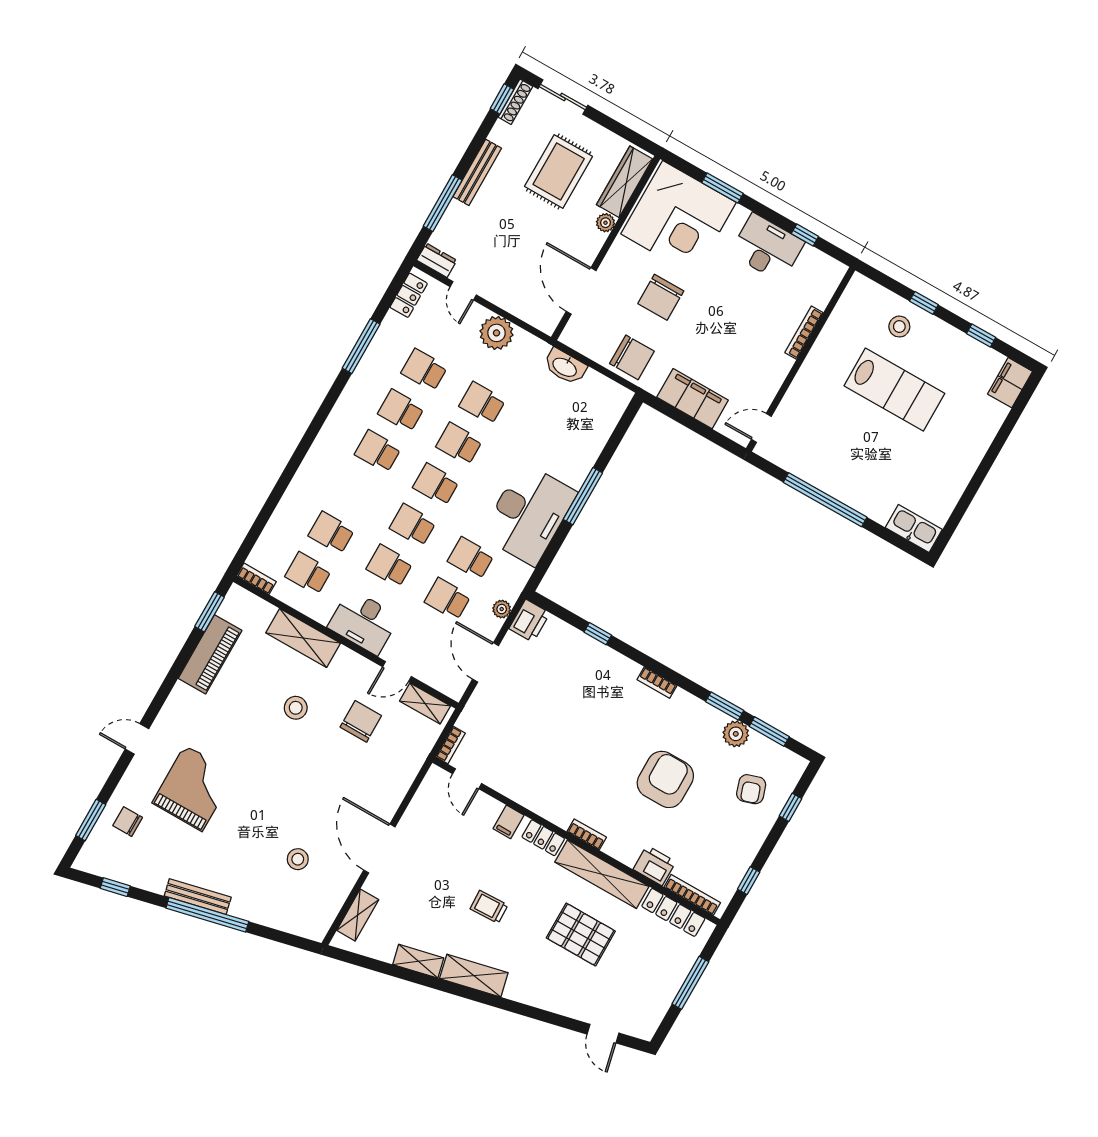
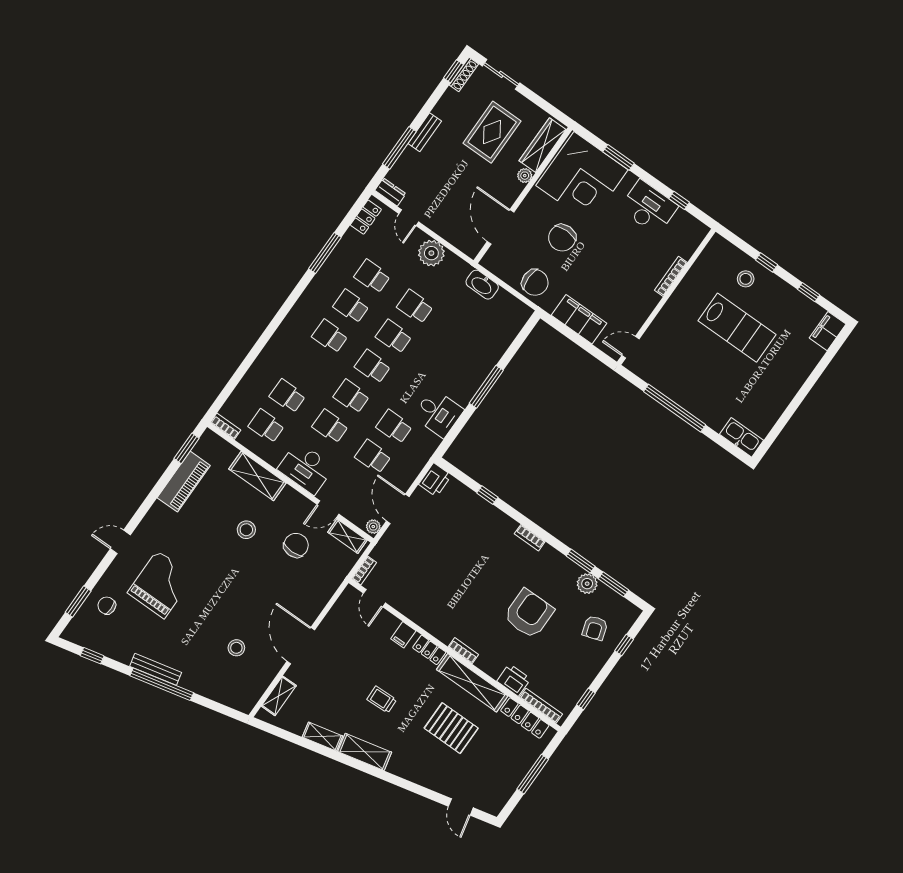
bench: (477, 172) -> (425, 132), width x0.73
desk: (529, 514) -> (438, 413), width x0.53, depth x0.77
plant: (502, 609) -> (373, 527), moved

